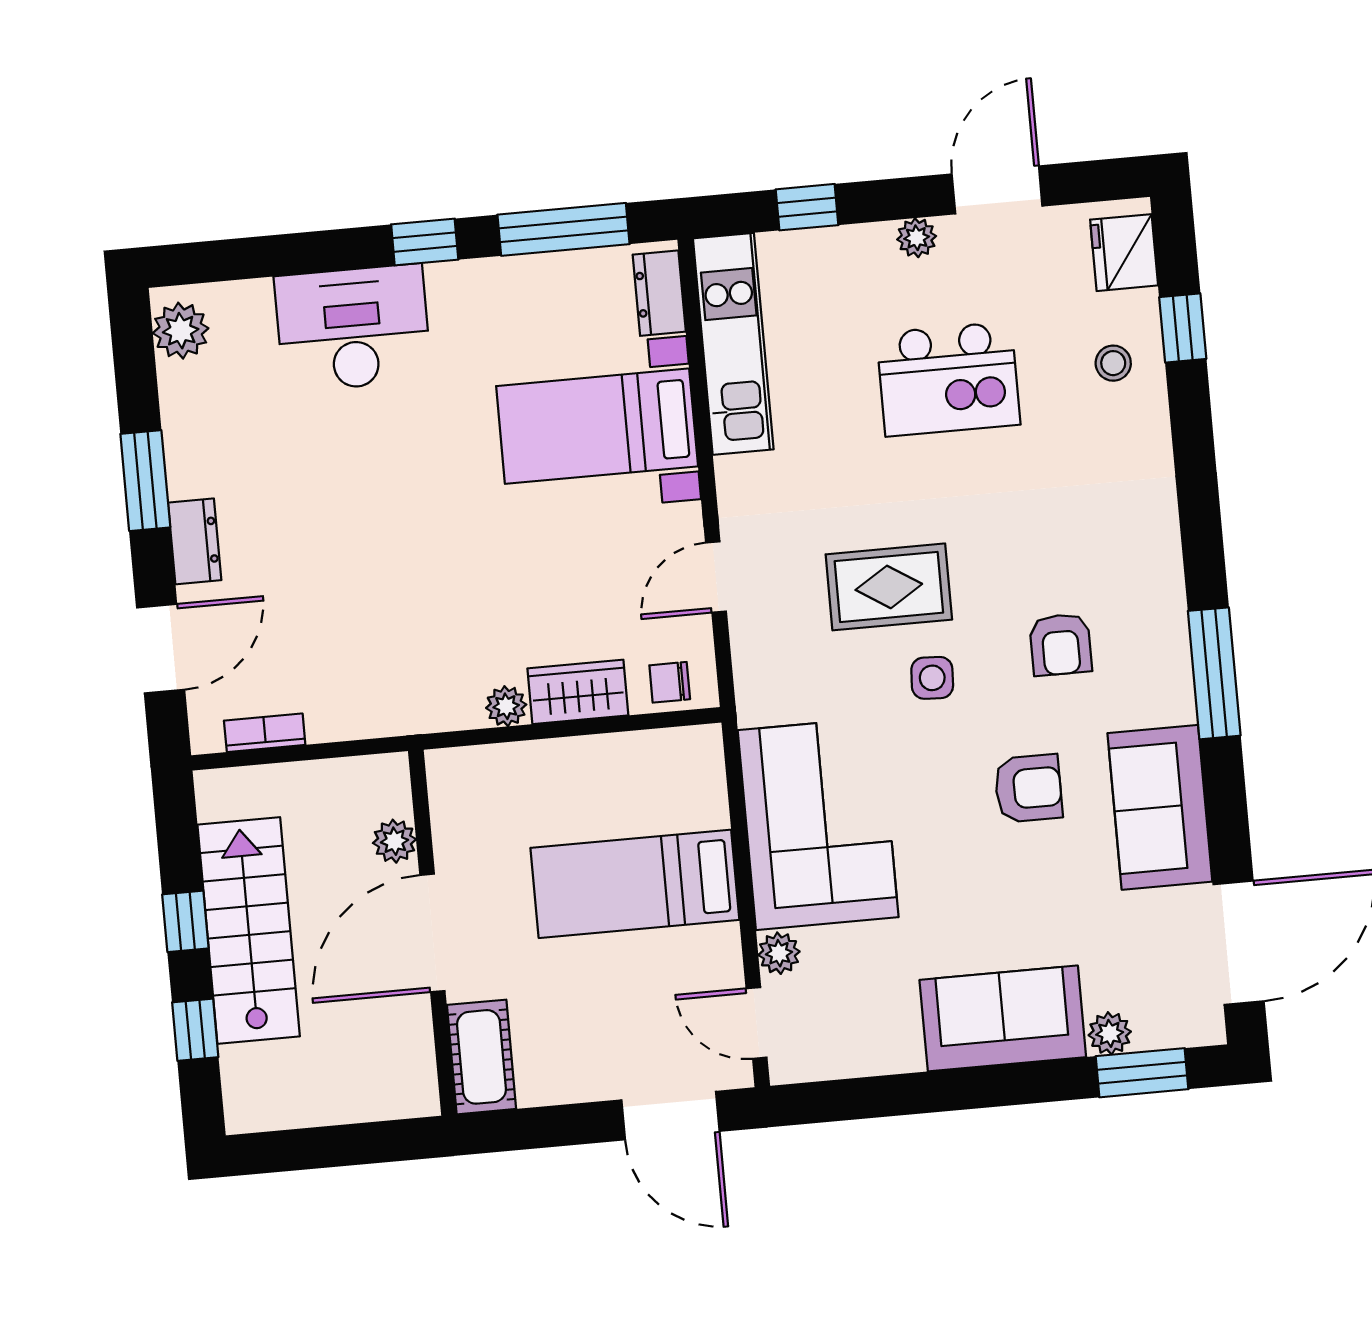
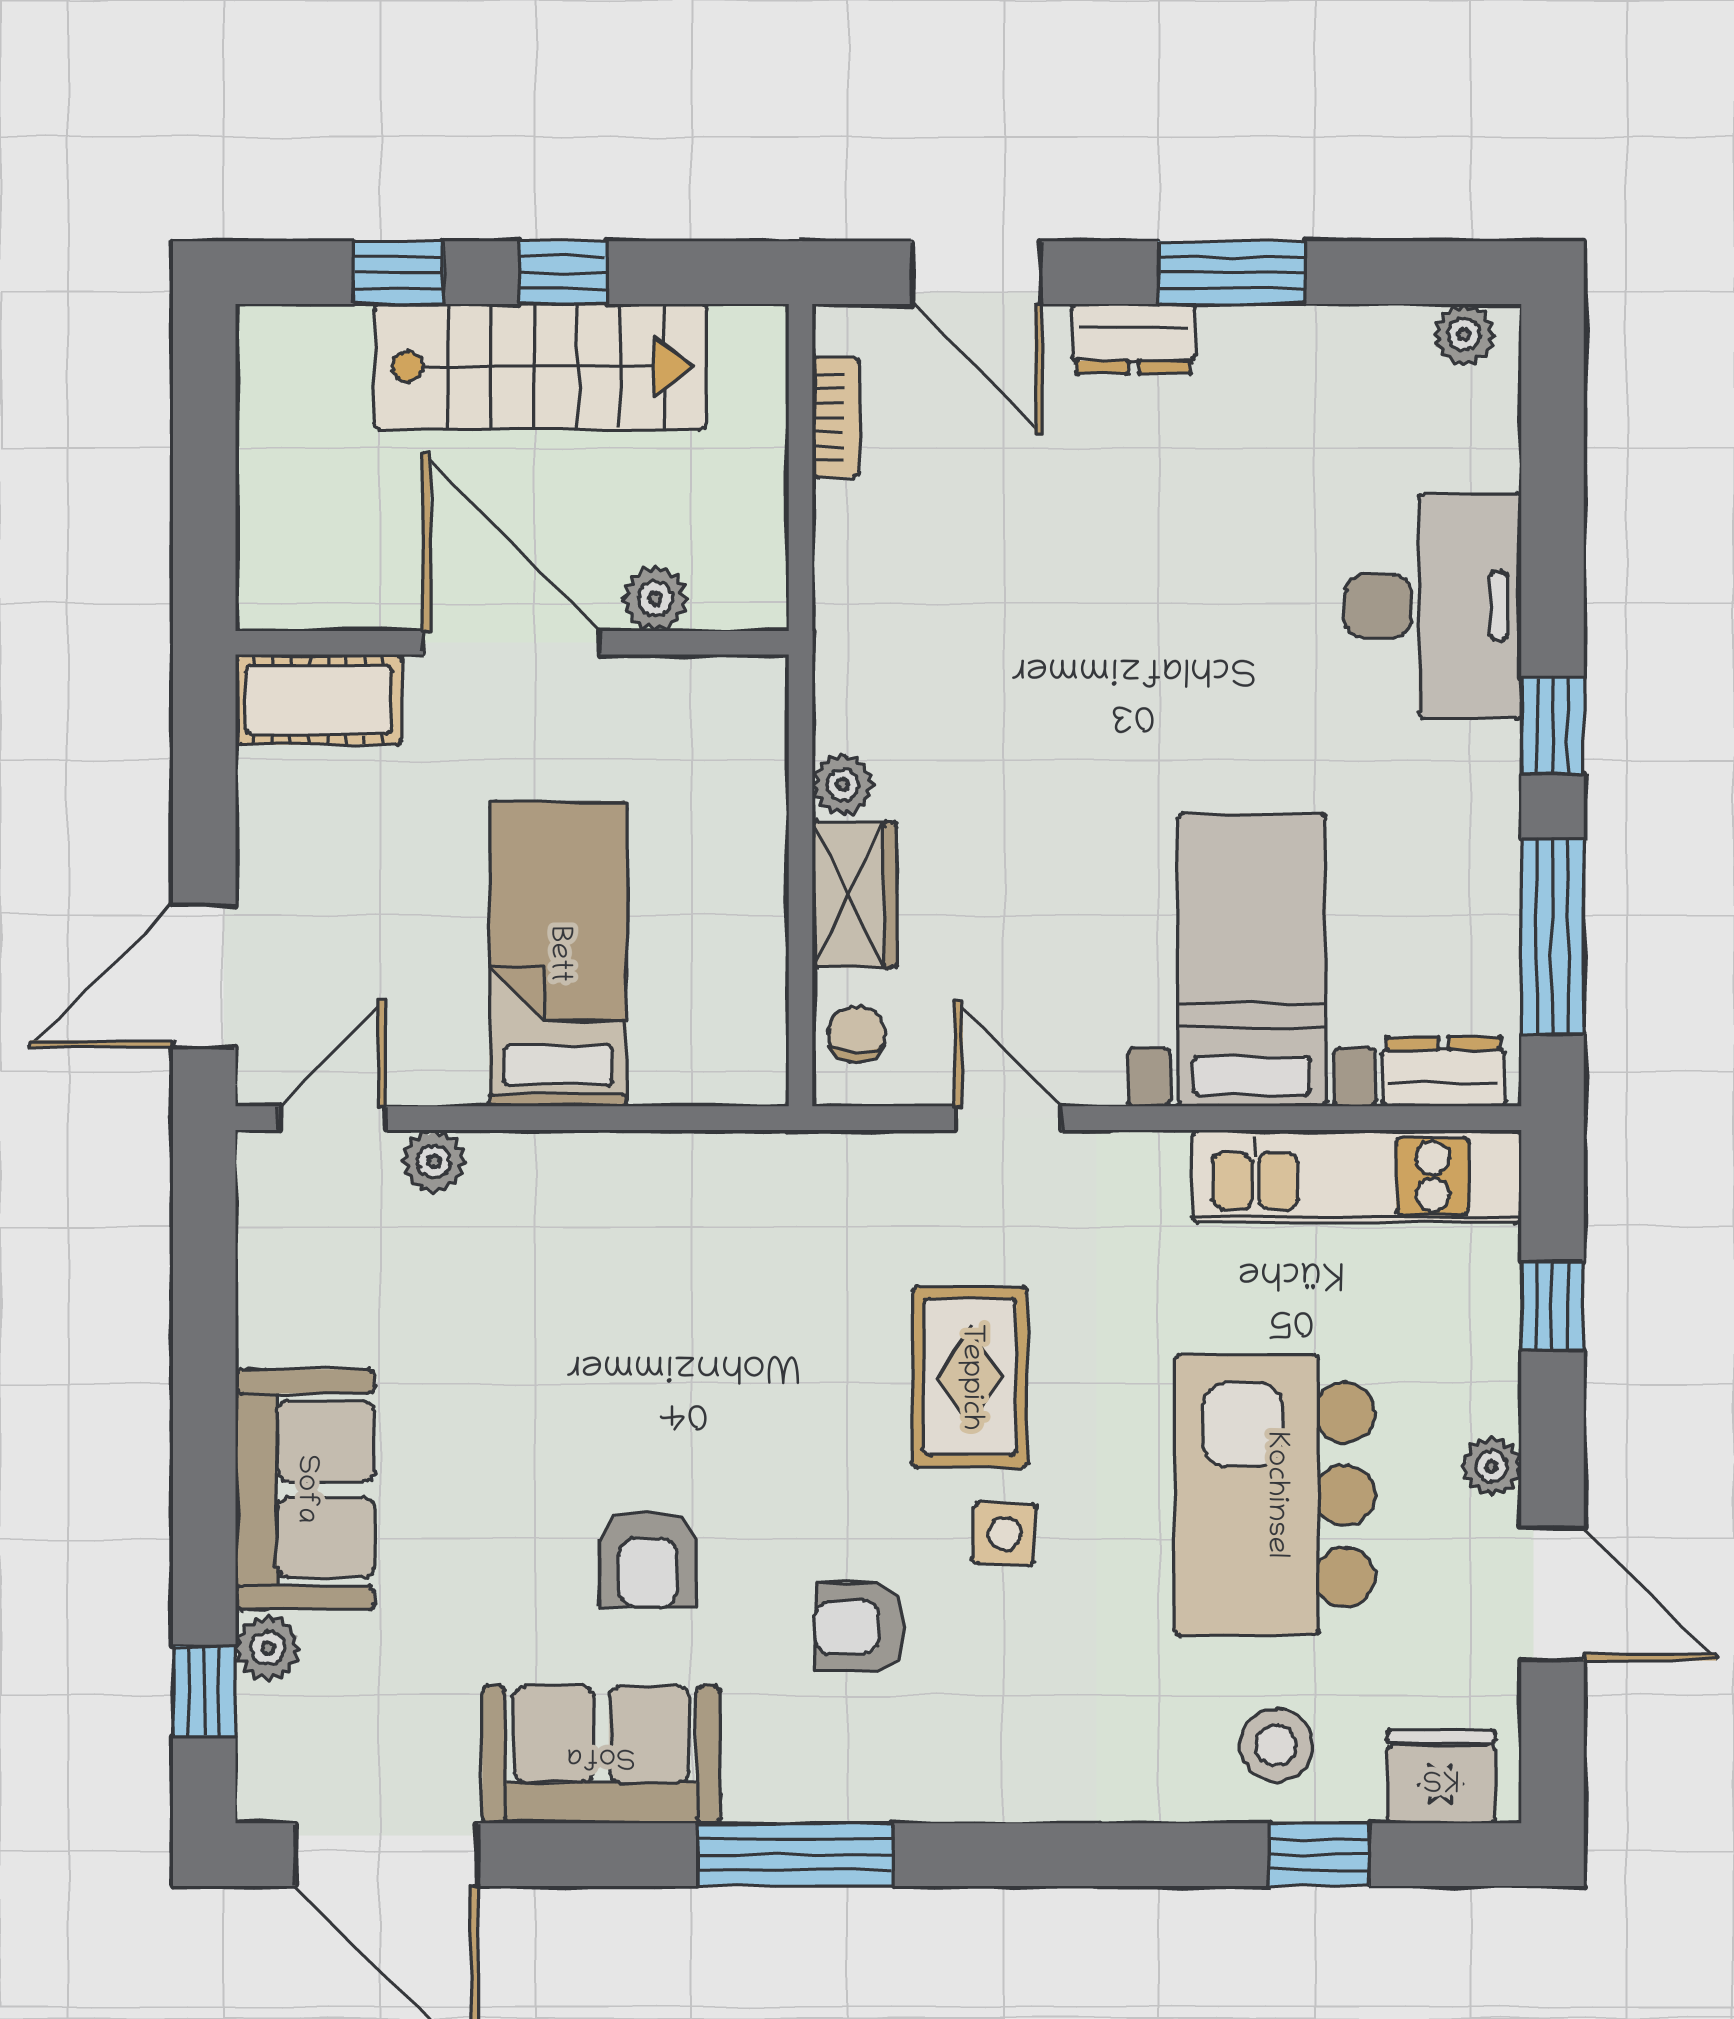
plant: (181, 331) -> (1464, 335), width x0.73, depth x0.73
stool: (1113, 363) -> (1276, 1745), width x1.37, depth x1.37
kitchen island: (948, 379) -> (1275, 1495), width x1.37, depth x1.28
side table: (932, 678) -> (1005, 1534), moved
corner sofa: (818, 824) -> (623, 1238), removed
window: (1142, 1073) -> (204, 1691), width x0.67

